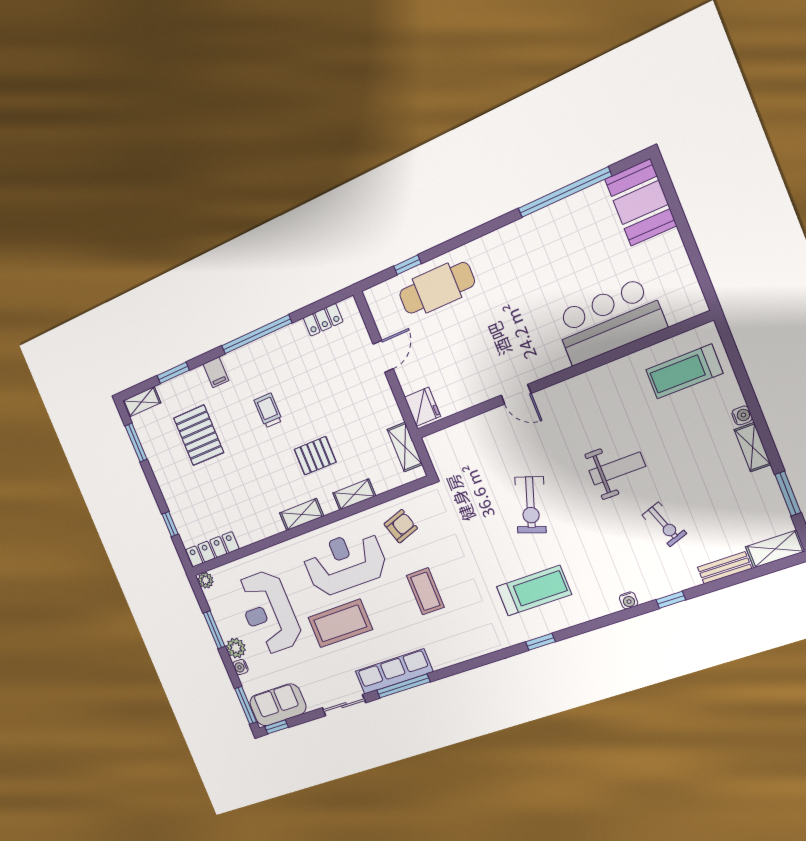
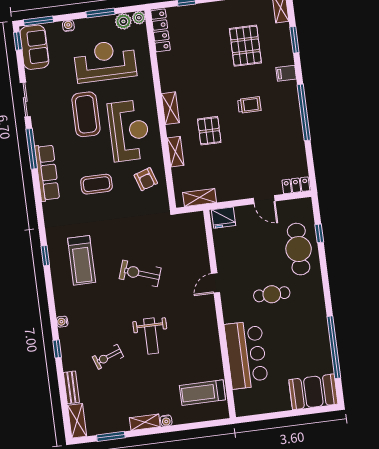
cafe table: (511, 308) -> (272, 294), added
locker: (323, 320) -> (296, 185), moved, turned 90
treadmill: (684, 371) -> (202, 393), turned -90
pallet: (199, 435) -> (245, 46), turned 90
plant: (236, 648) -> (123, 21), moved
row of seats: (394, 672) -> (47, 173), moved

